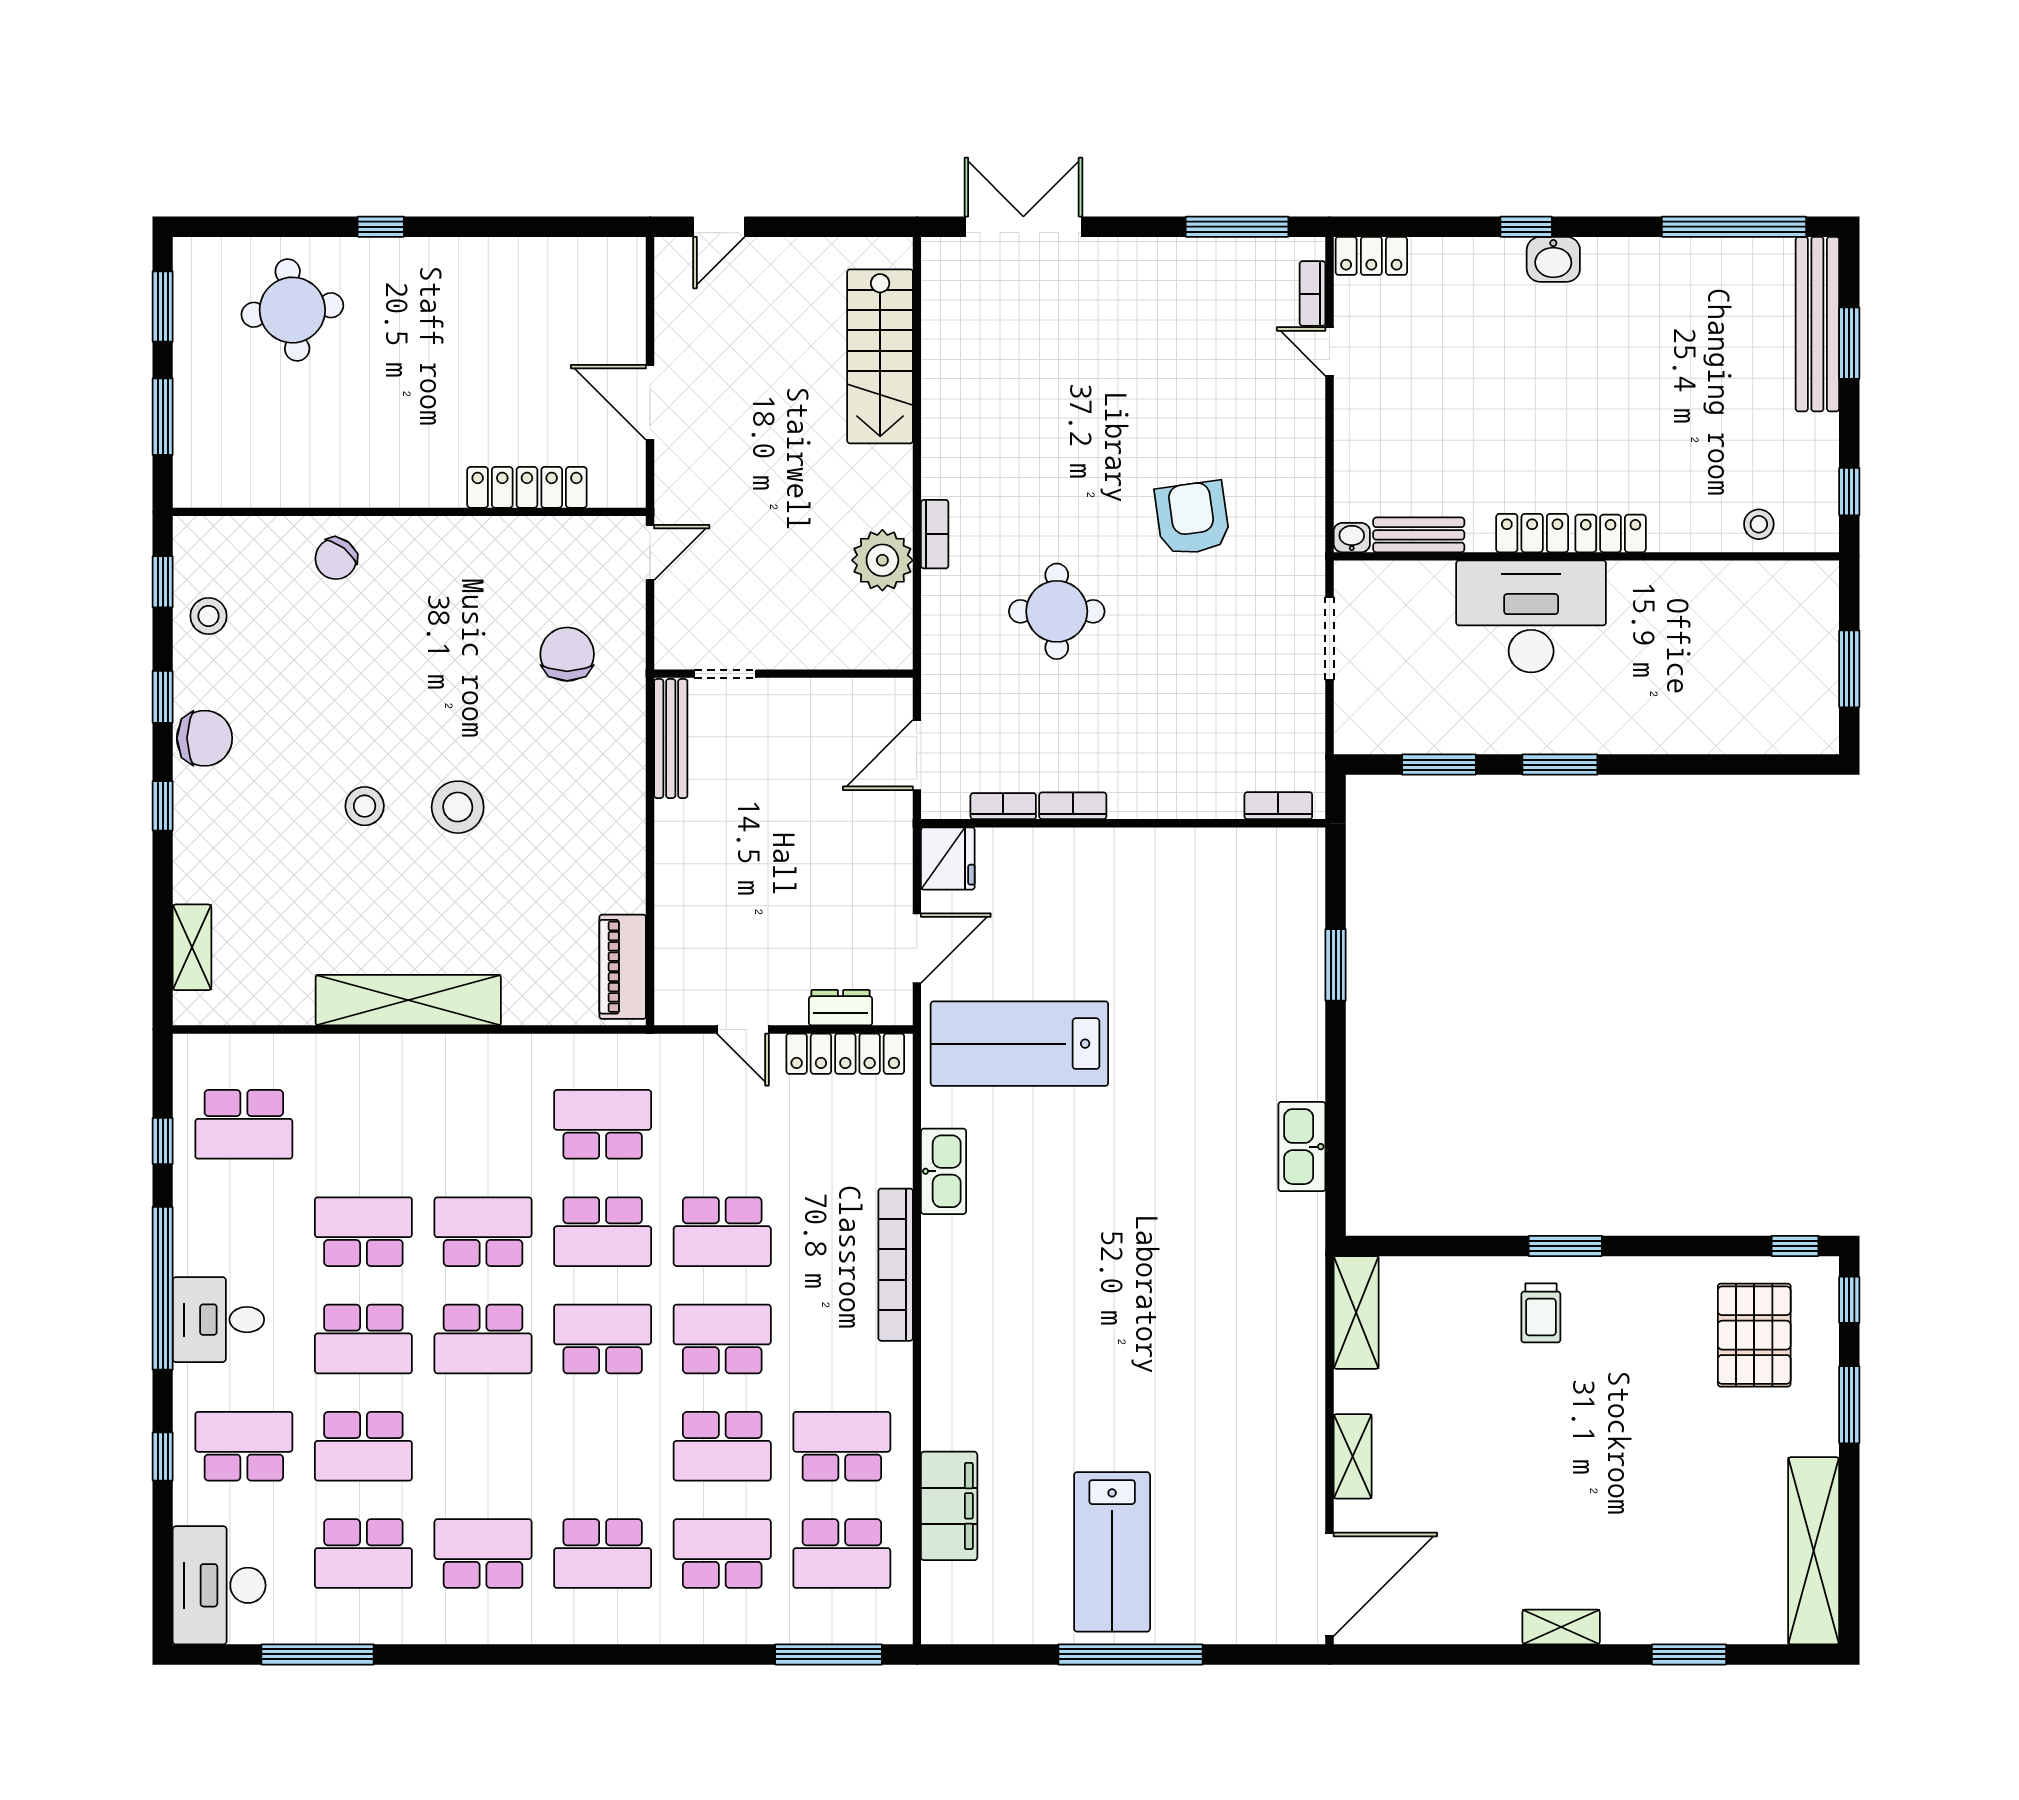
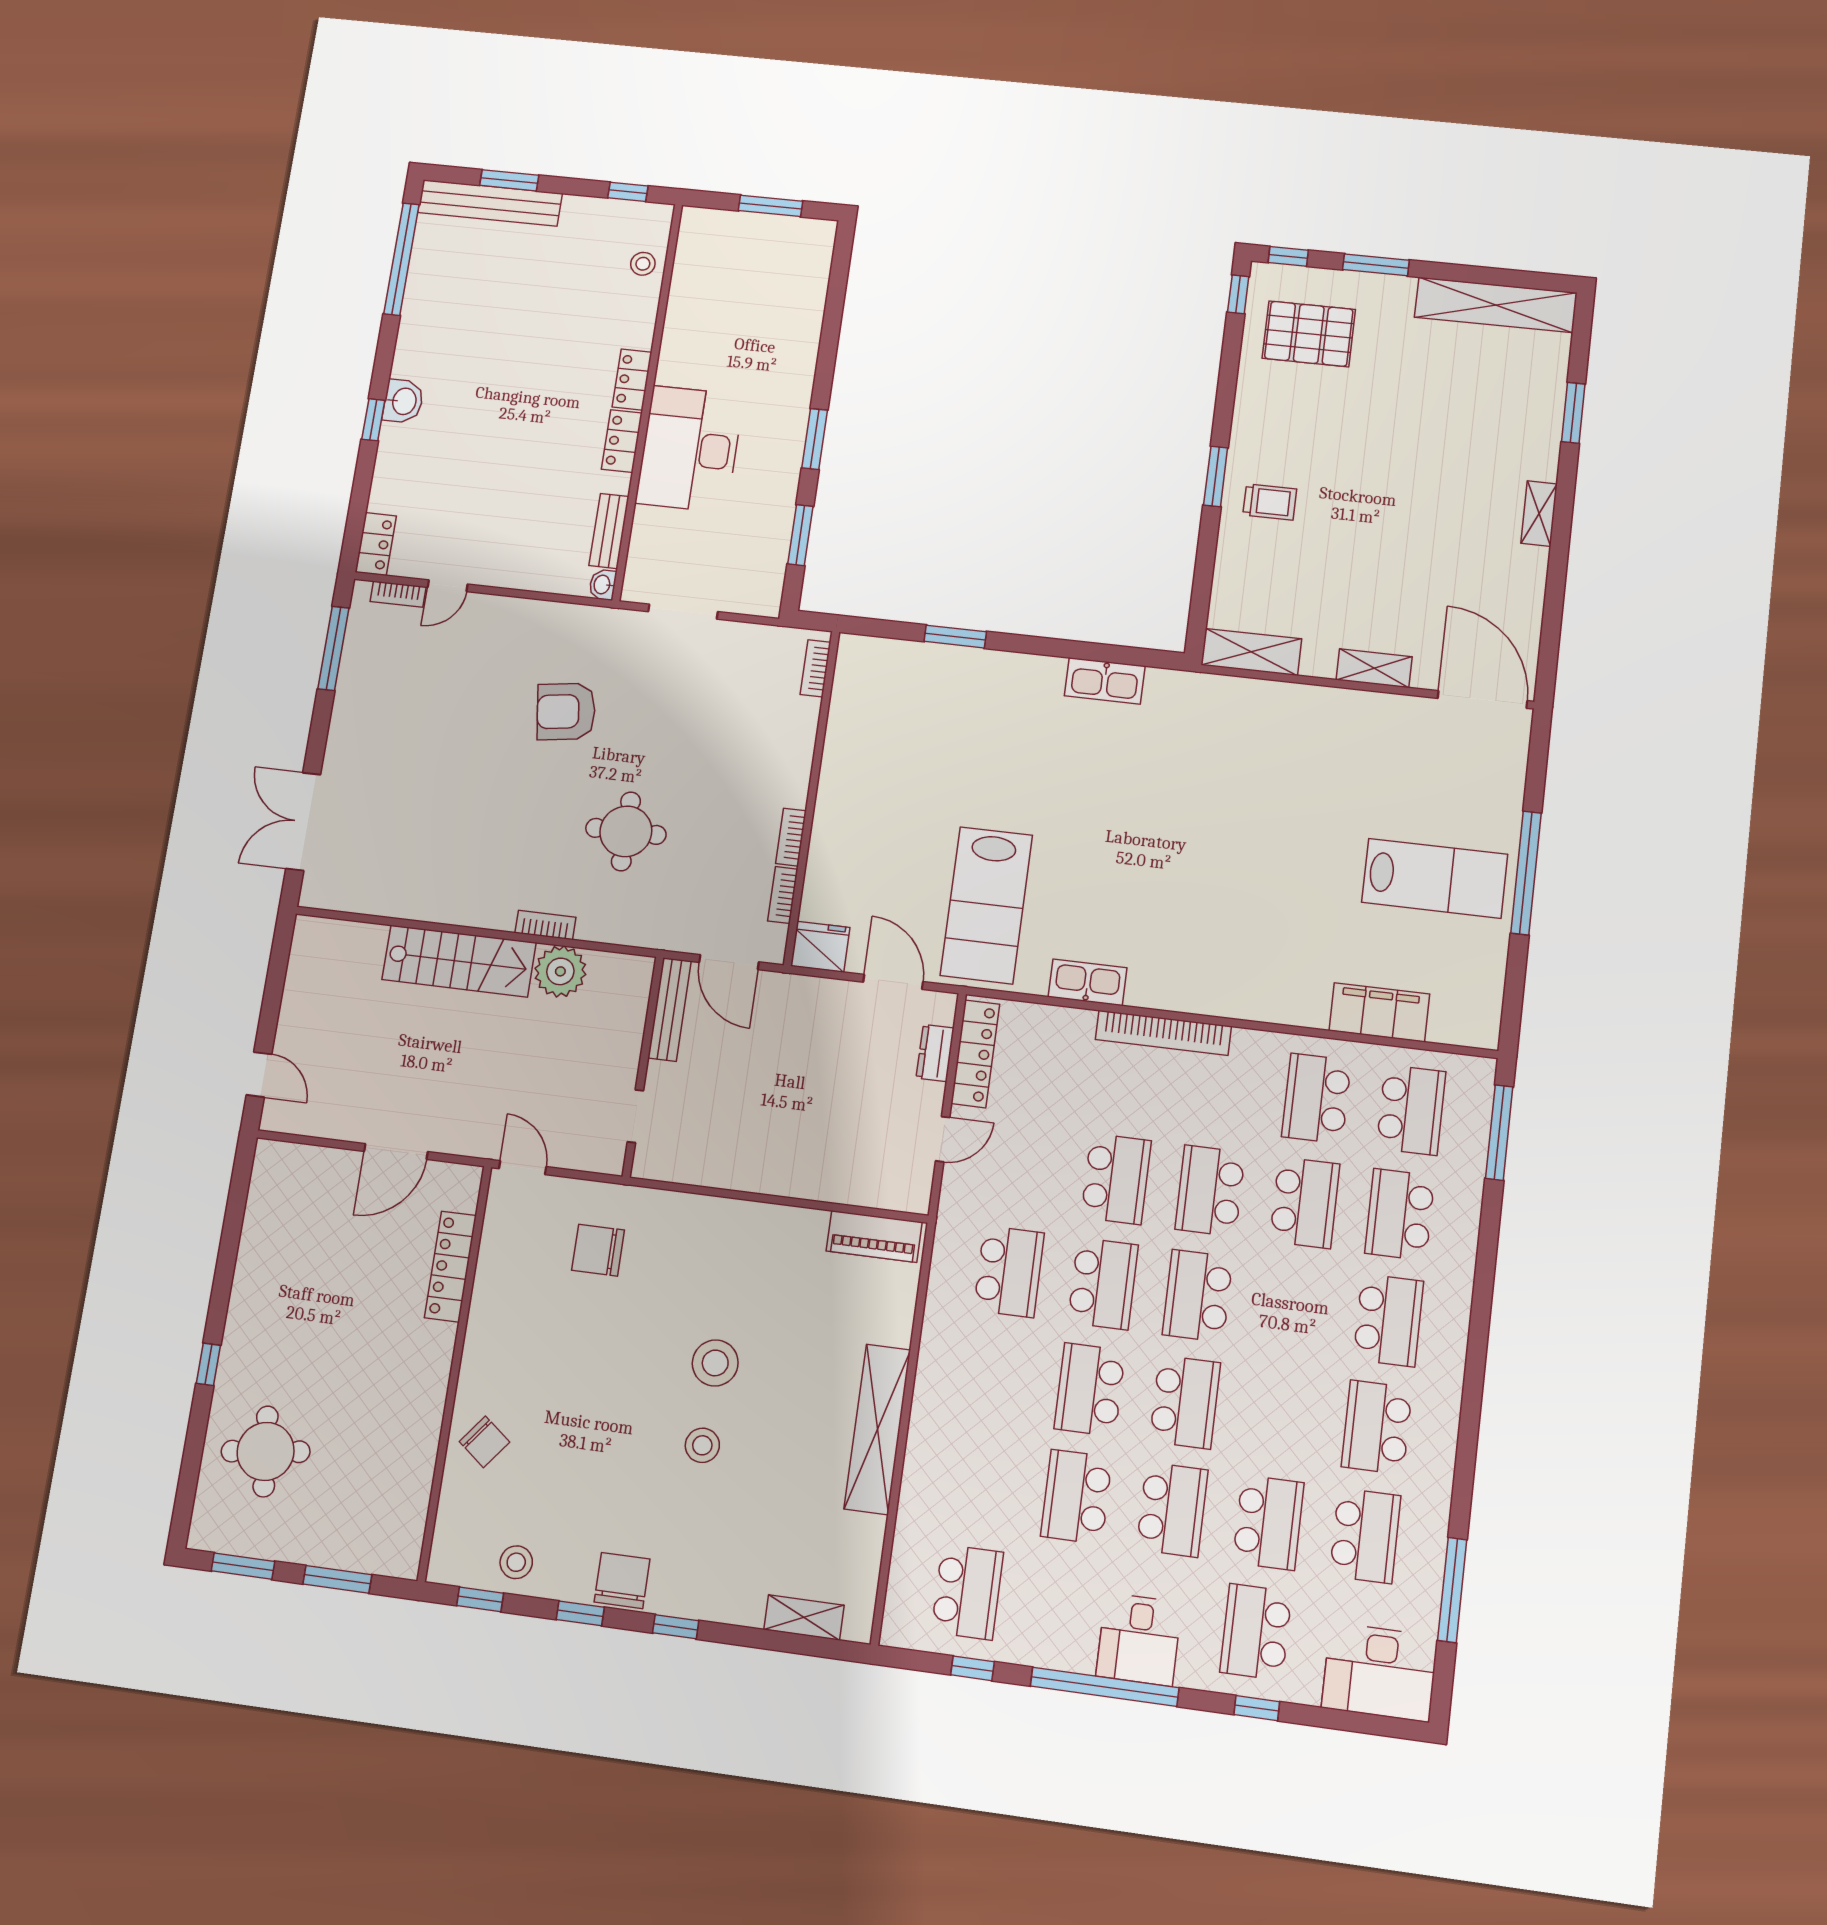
stairs: (880, 356) -> (459, 961), moved
bench: (671, 739) -> (670, 1010), moved, turned 90
school desk: (603, 1124) -> (1009, 1272), turned 180

